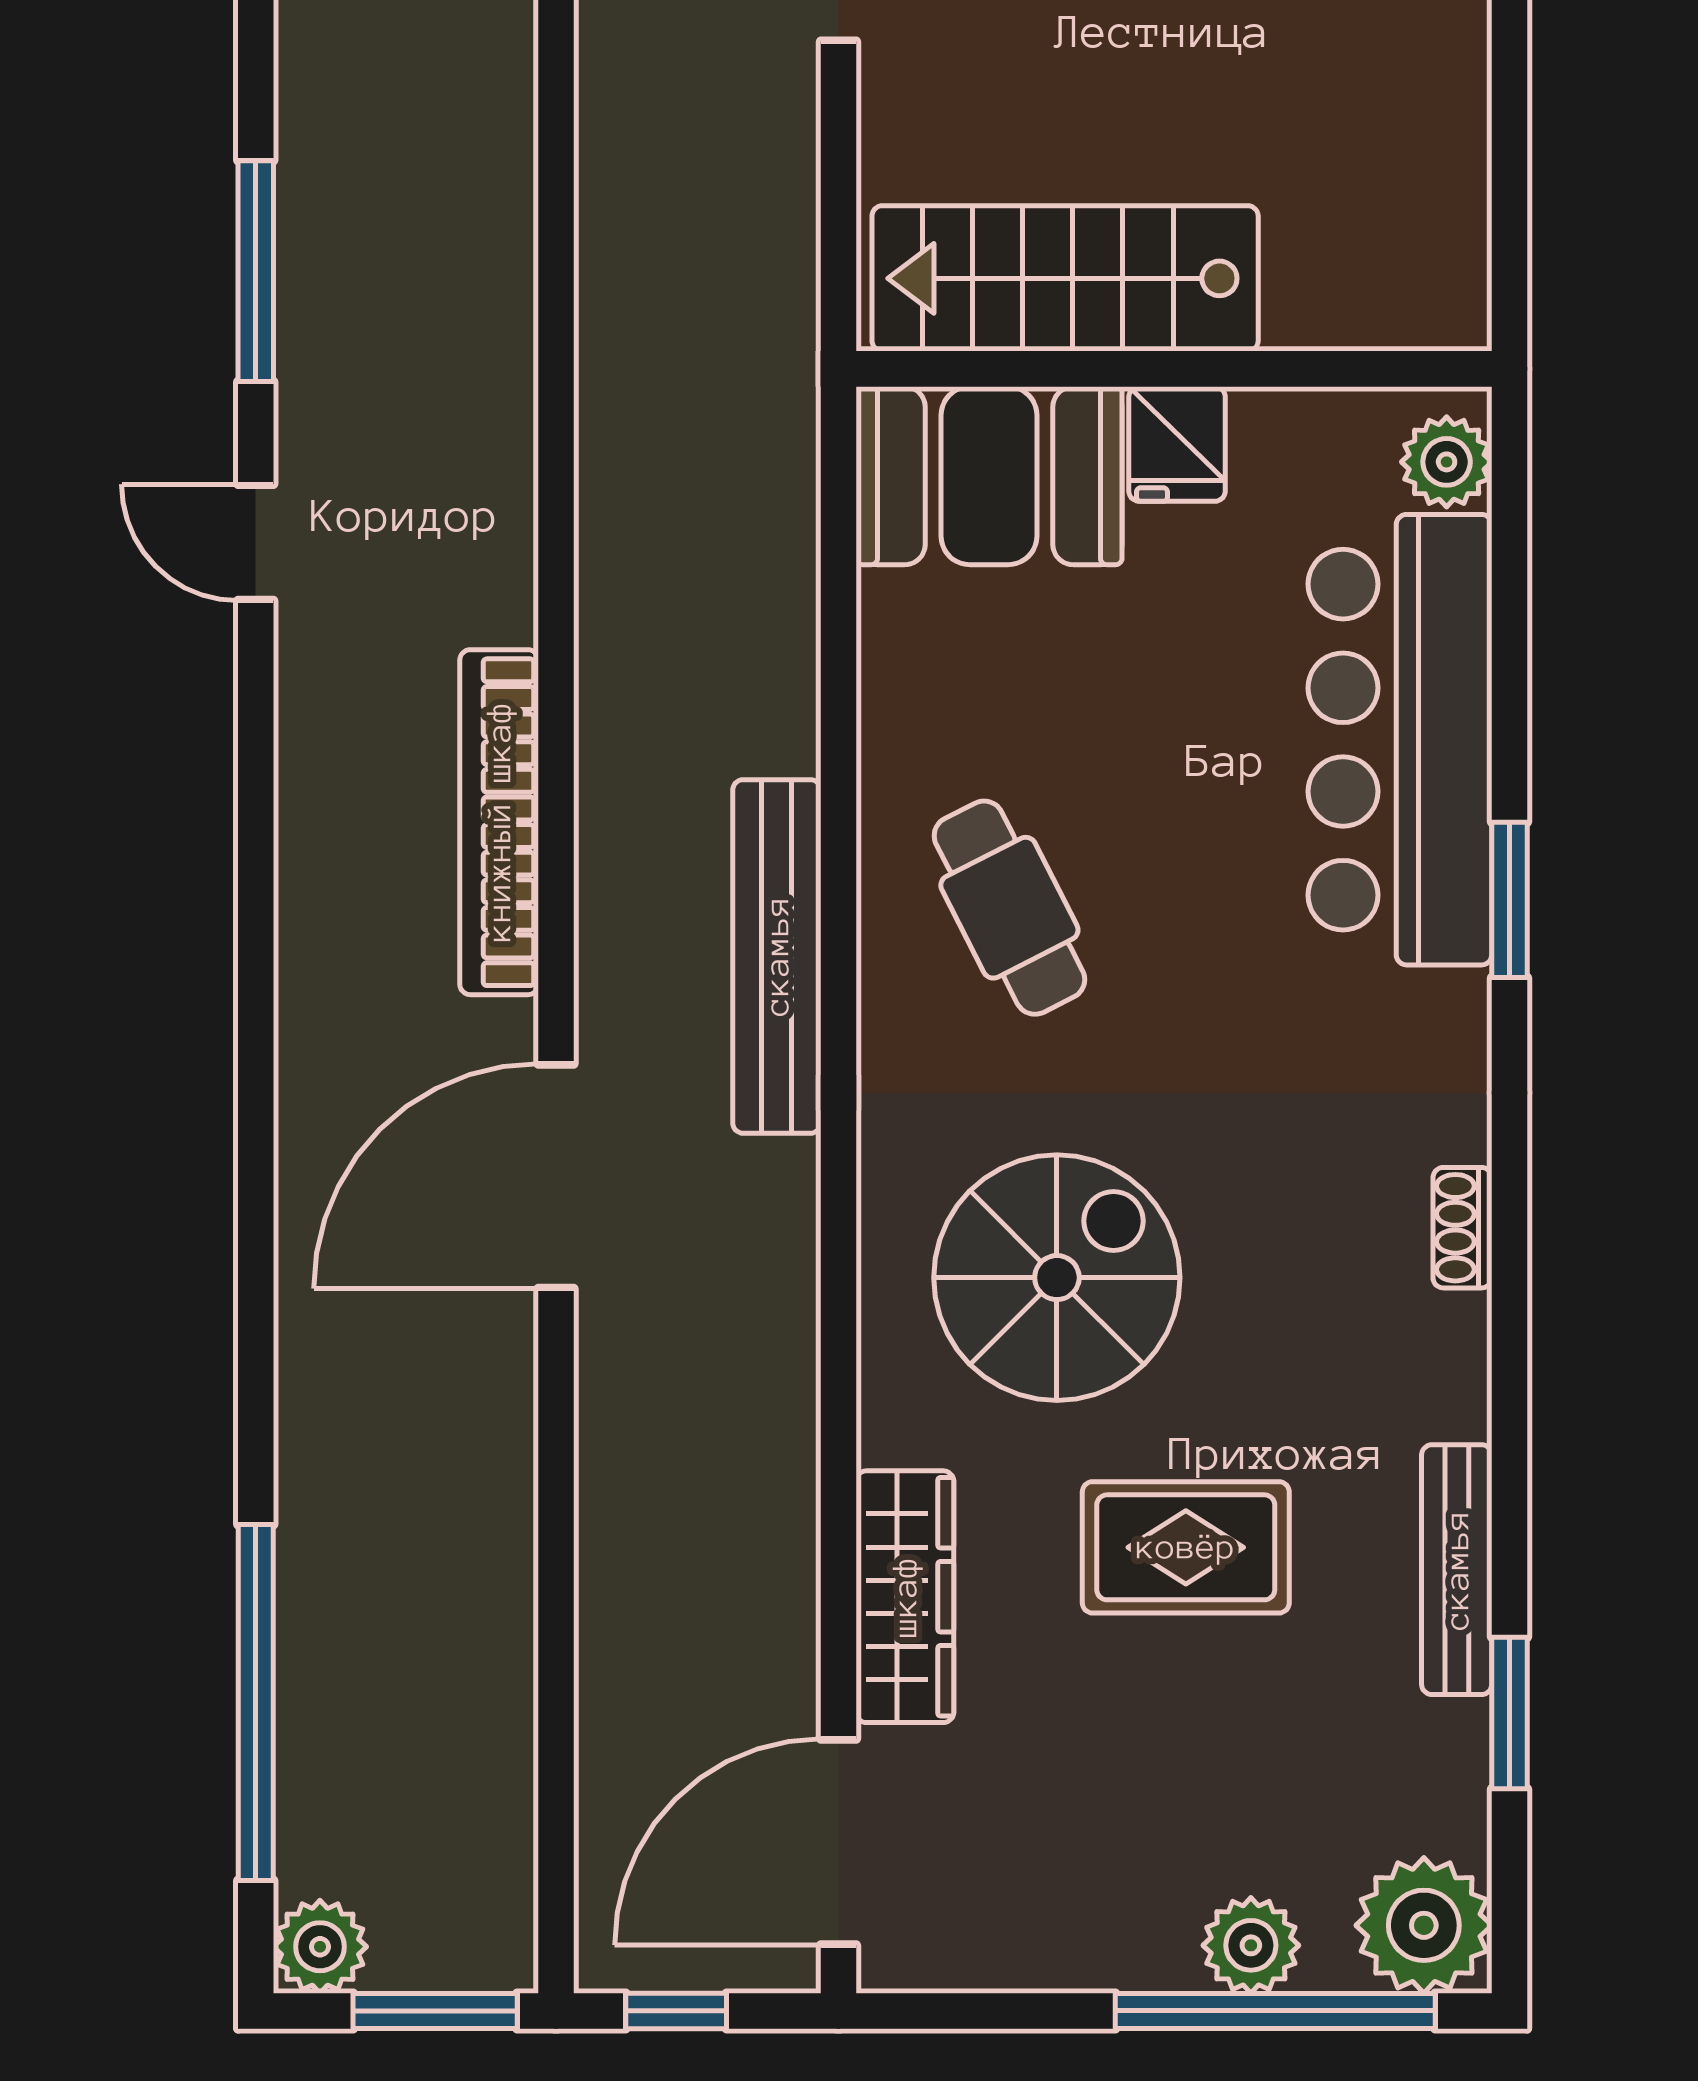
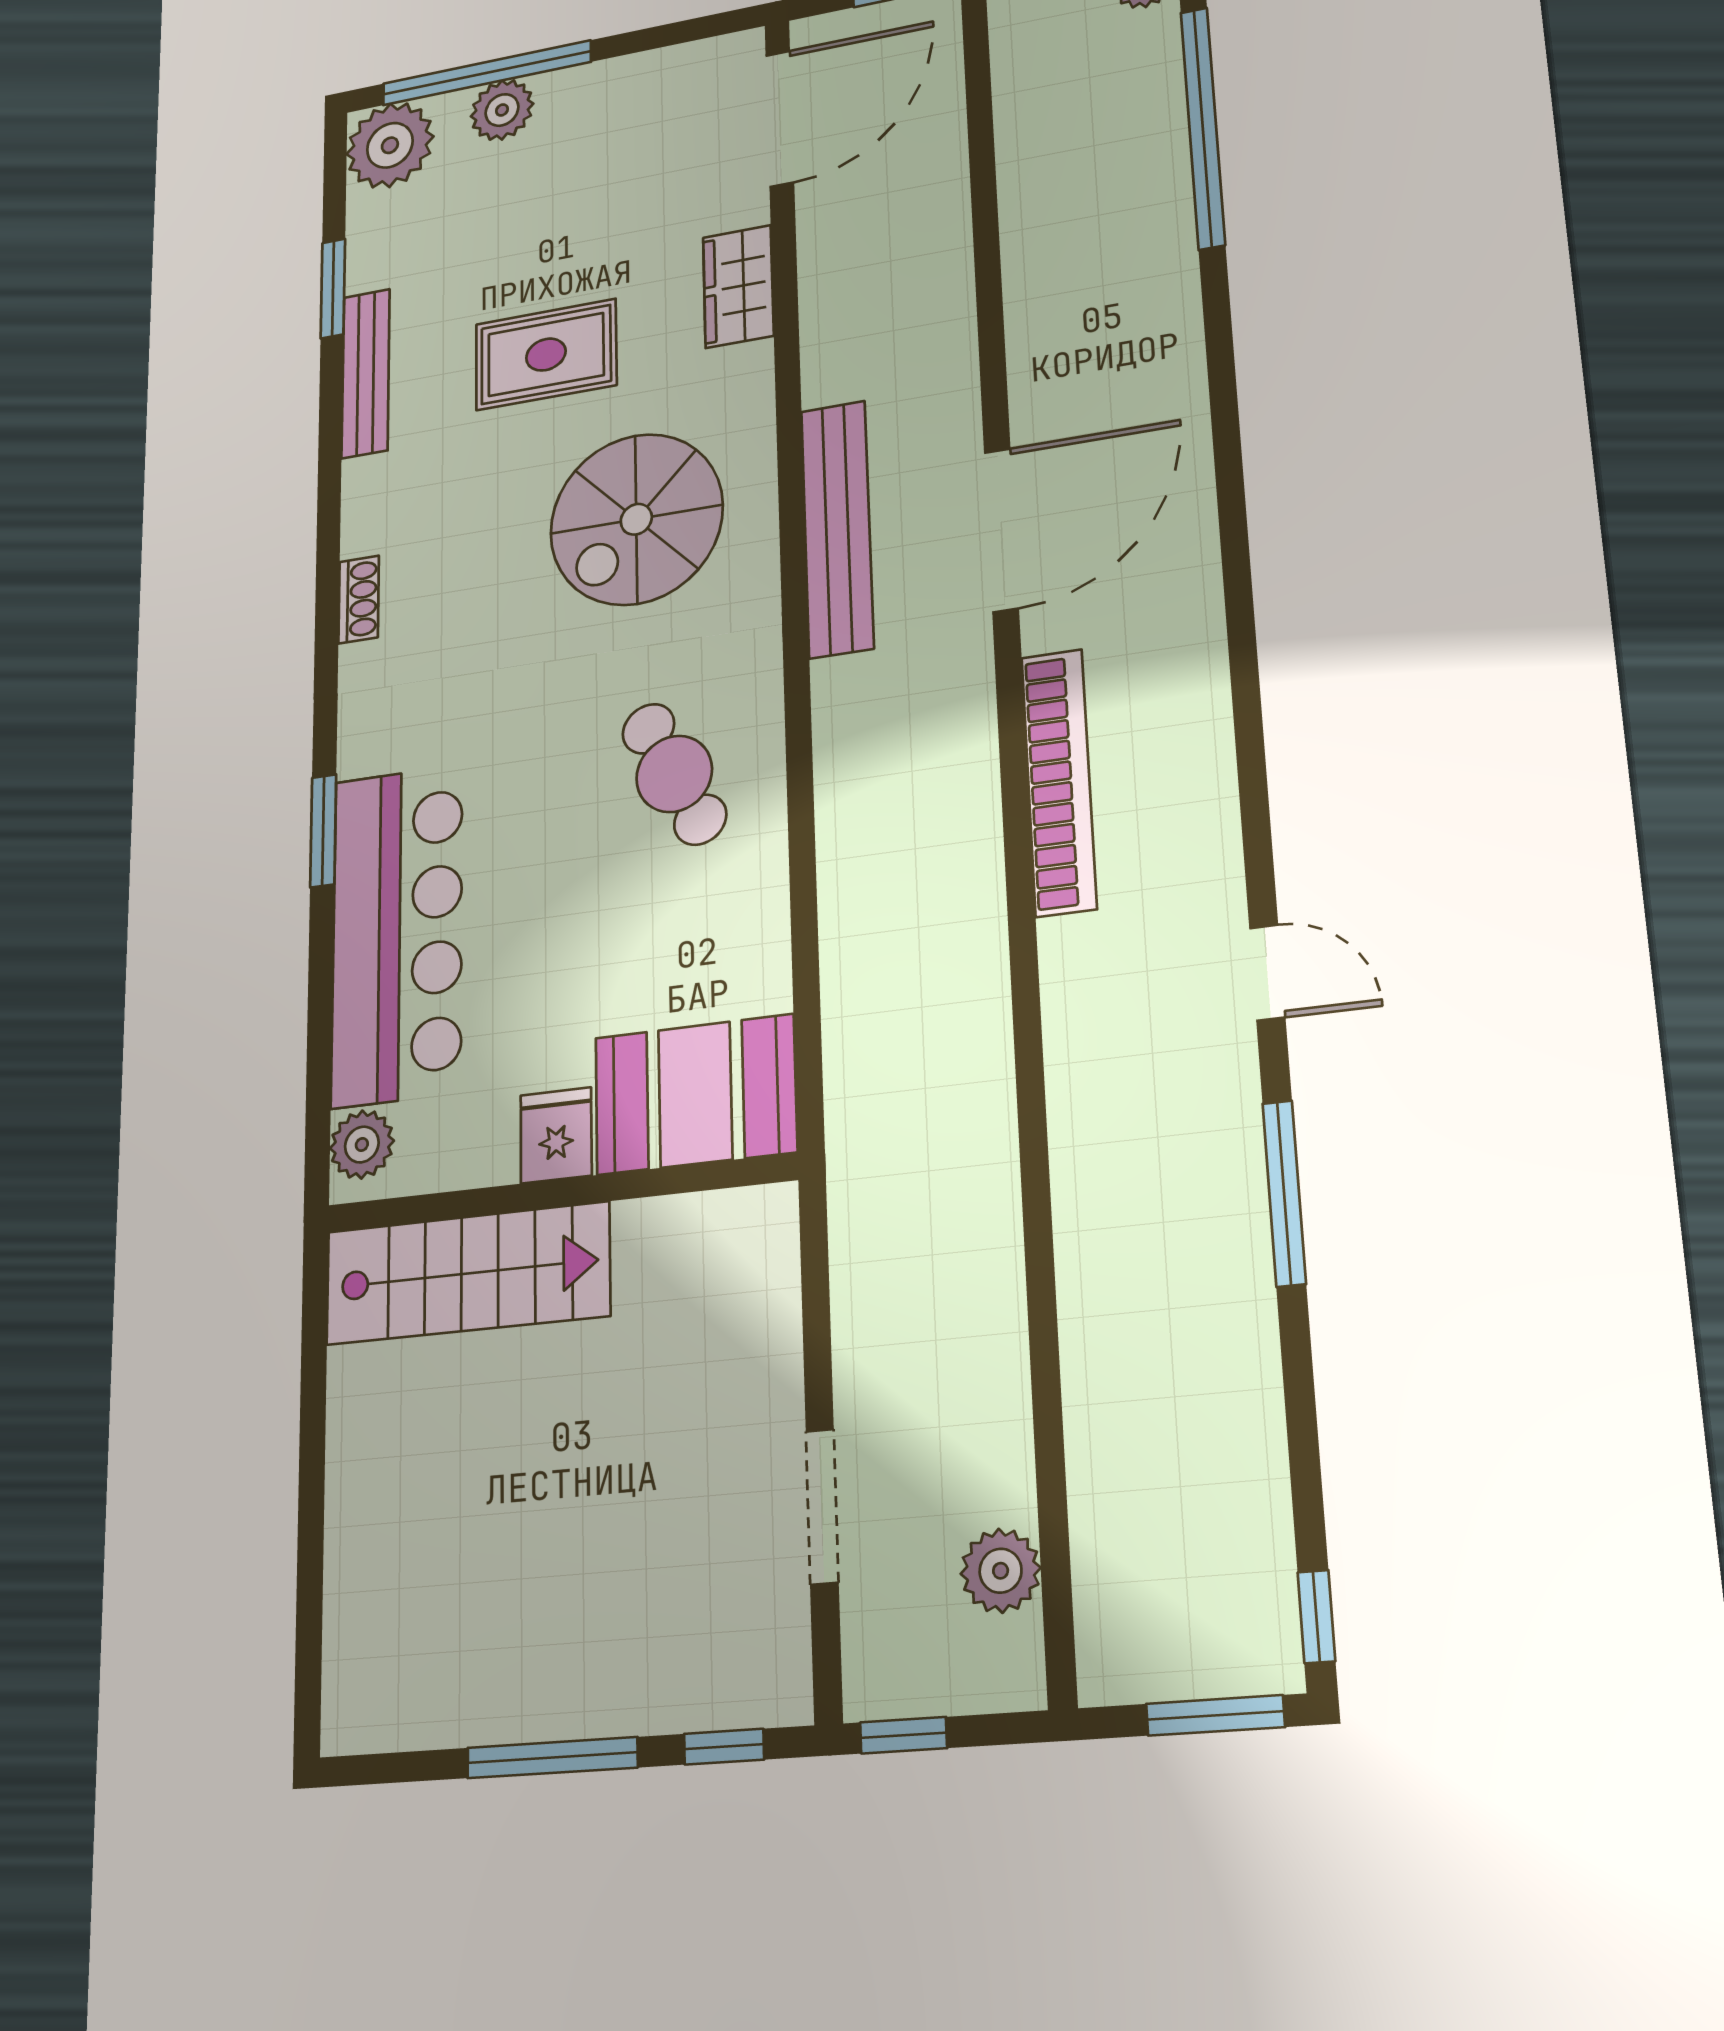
stairs: (1065, 278) -> (467, 1274), moved
bench: (777, 956) -> (837, 529), moved
wardrobe: (905, 1597) -> (738, 286), width x0.67

